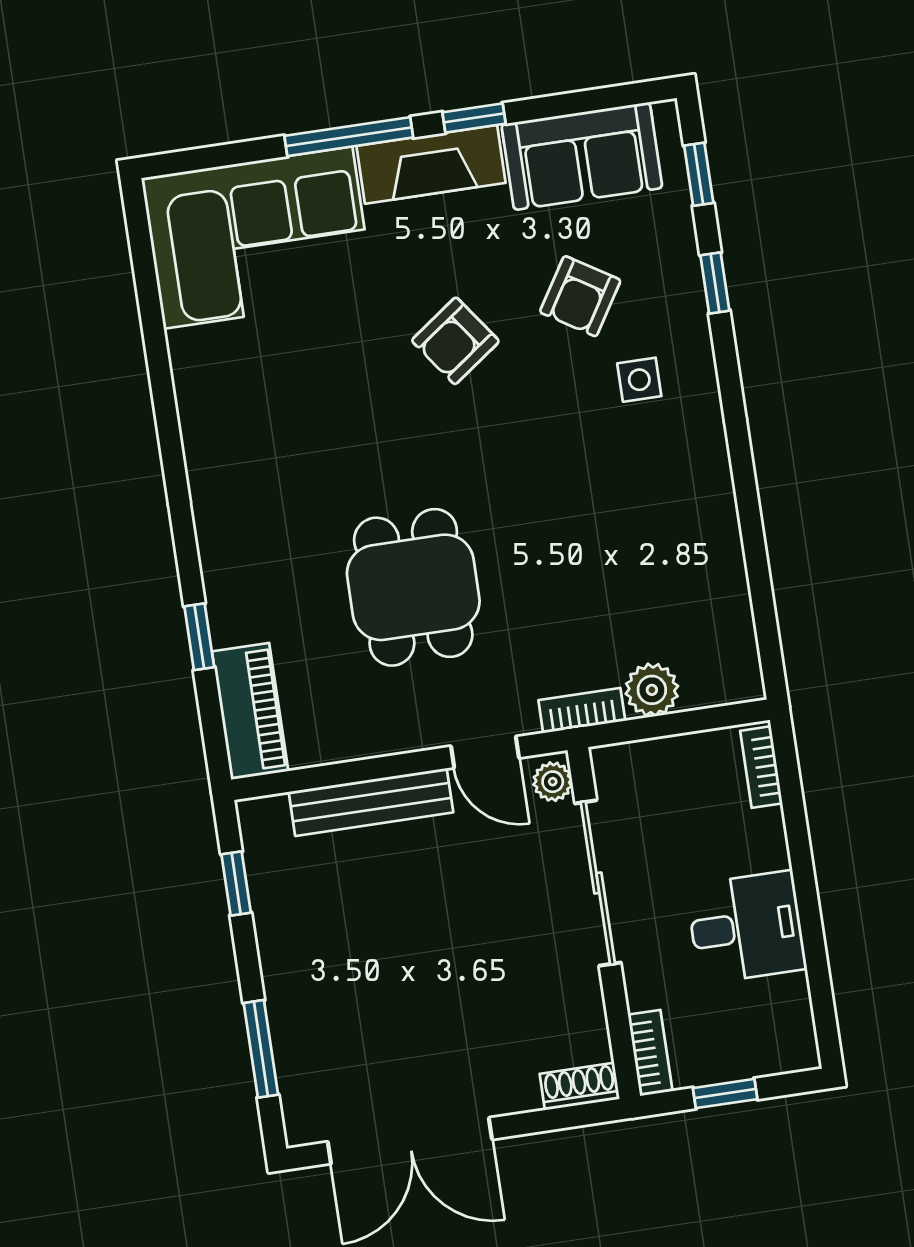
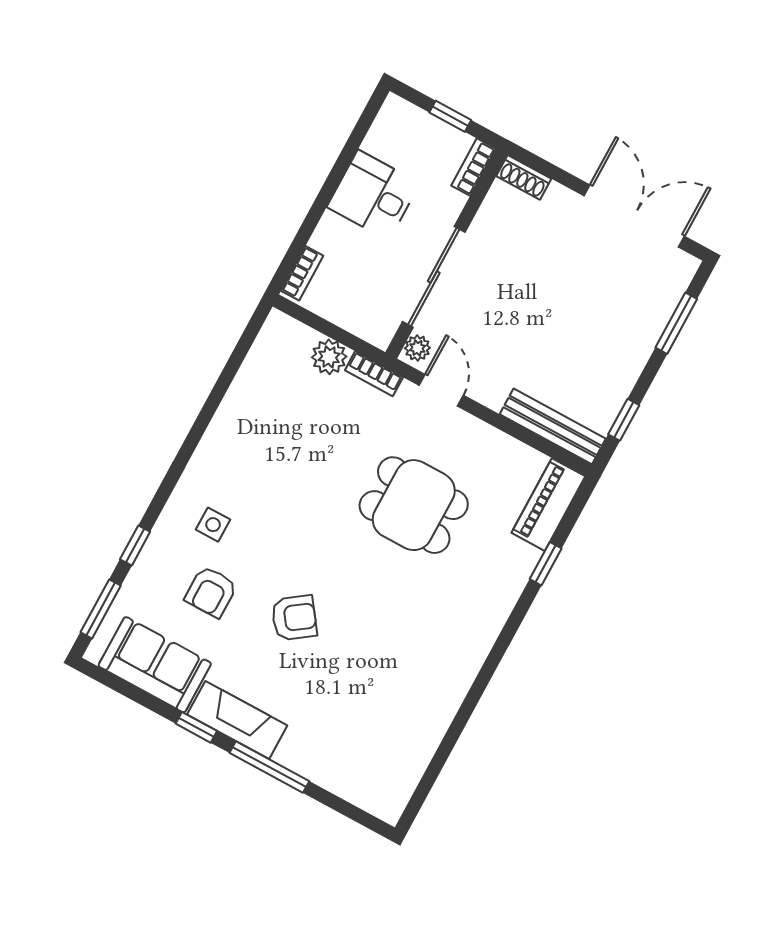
window: (699, 174) -> (101, 609), width x1.50
corner sofa: (258, 238) -> (357, 750), removed
armchair: (580, 296) -> (211, 592), turned 148
dining table: (413, 587) -> (414, 505), turned 90
bench: (371, 802) -> (553, 426), moved

